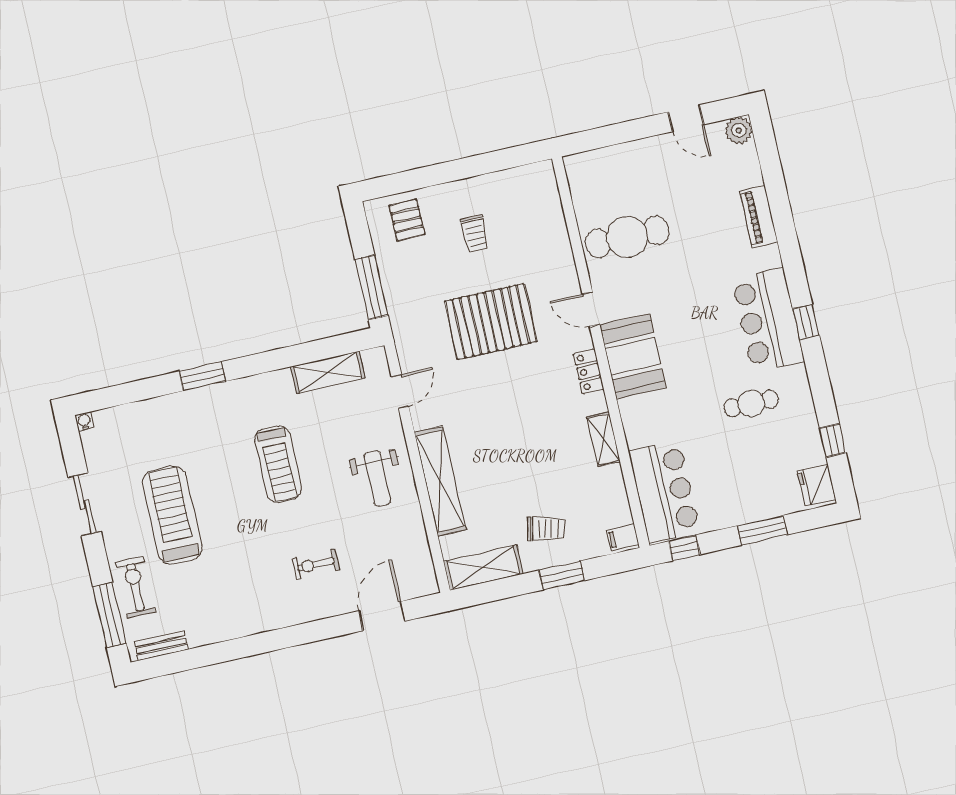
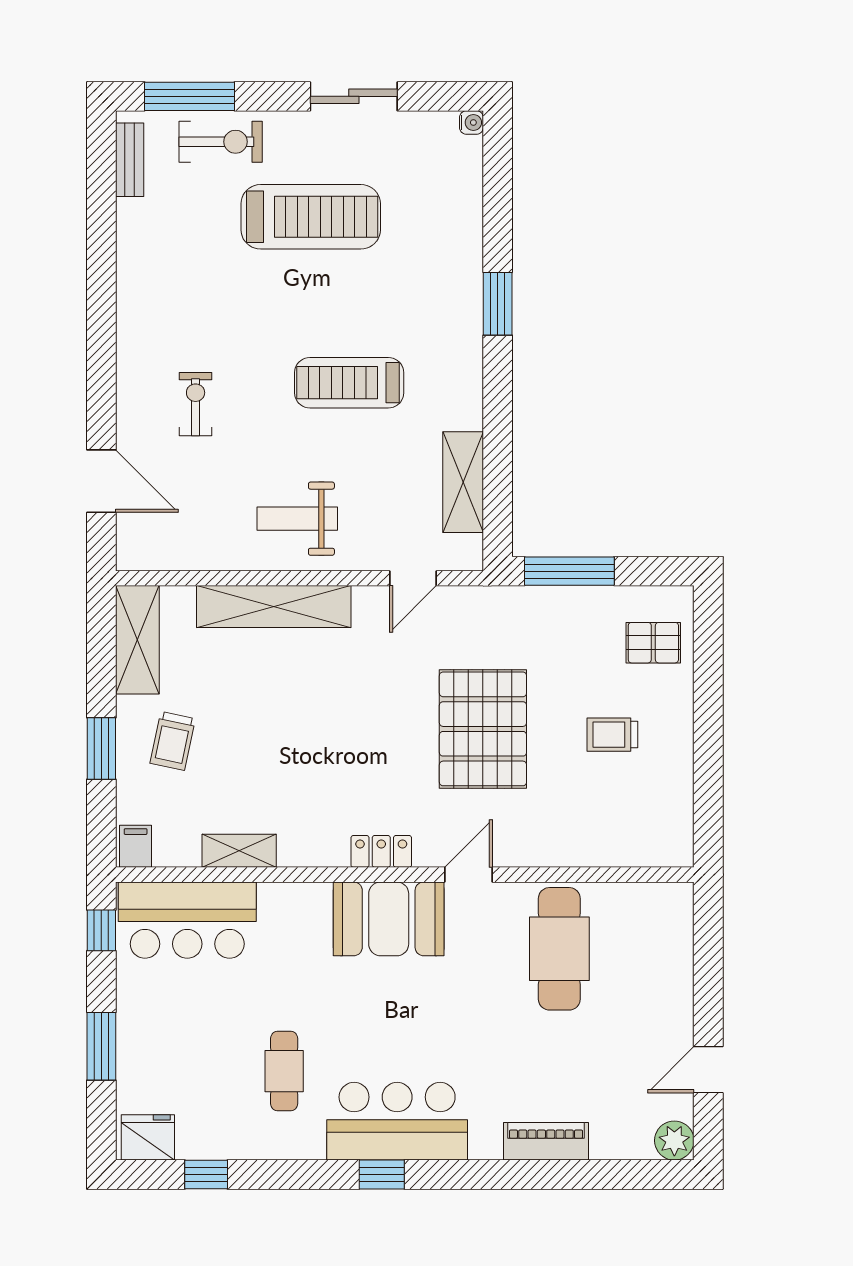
door: (400, 392) -> (413, 578), hinge flipped
shelving: (604, 439) -> (239, 851), moved

